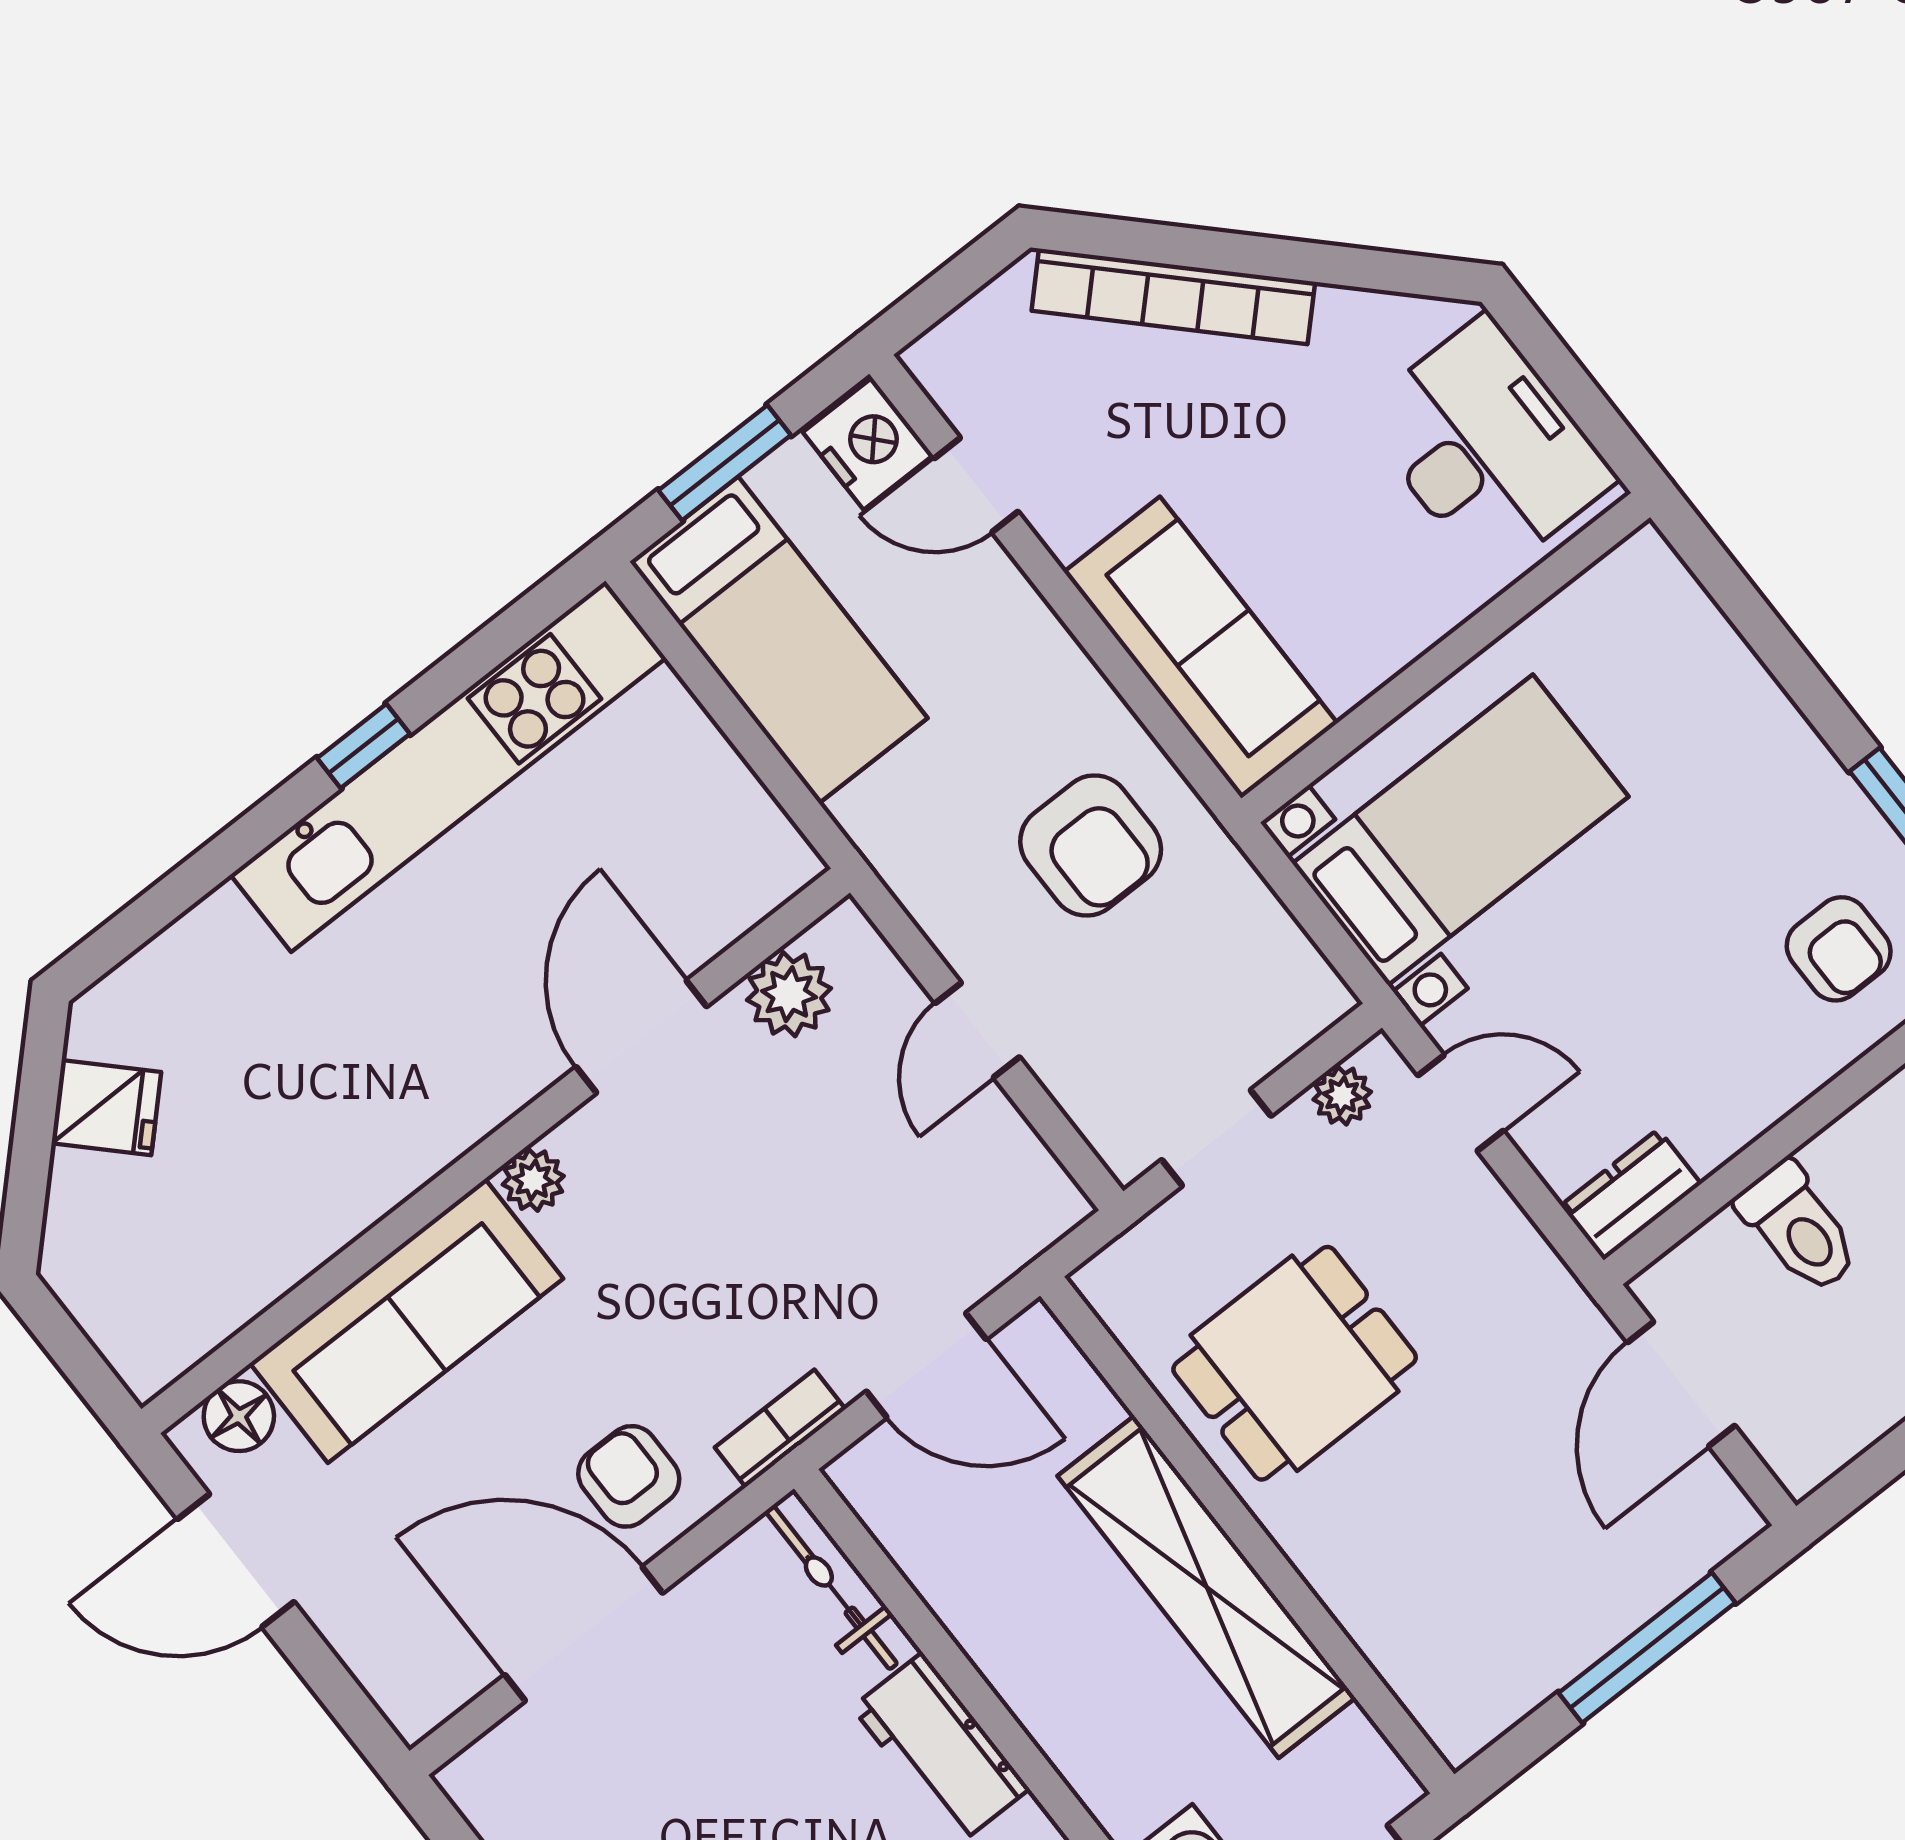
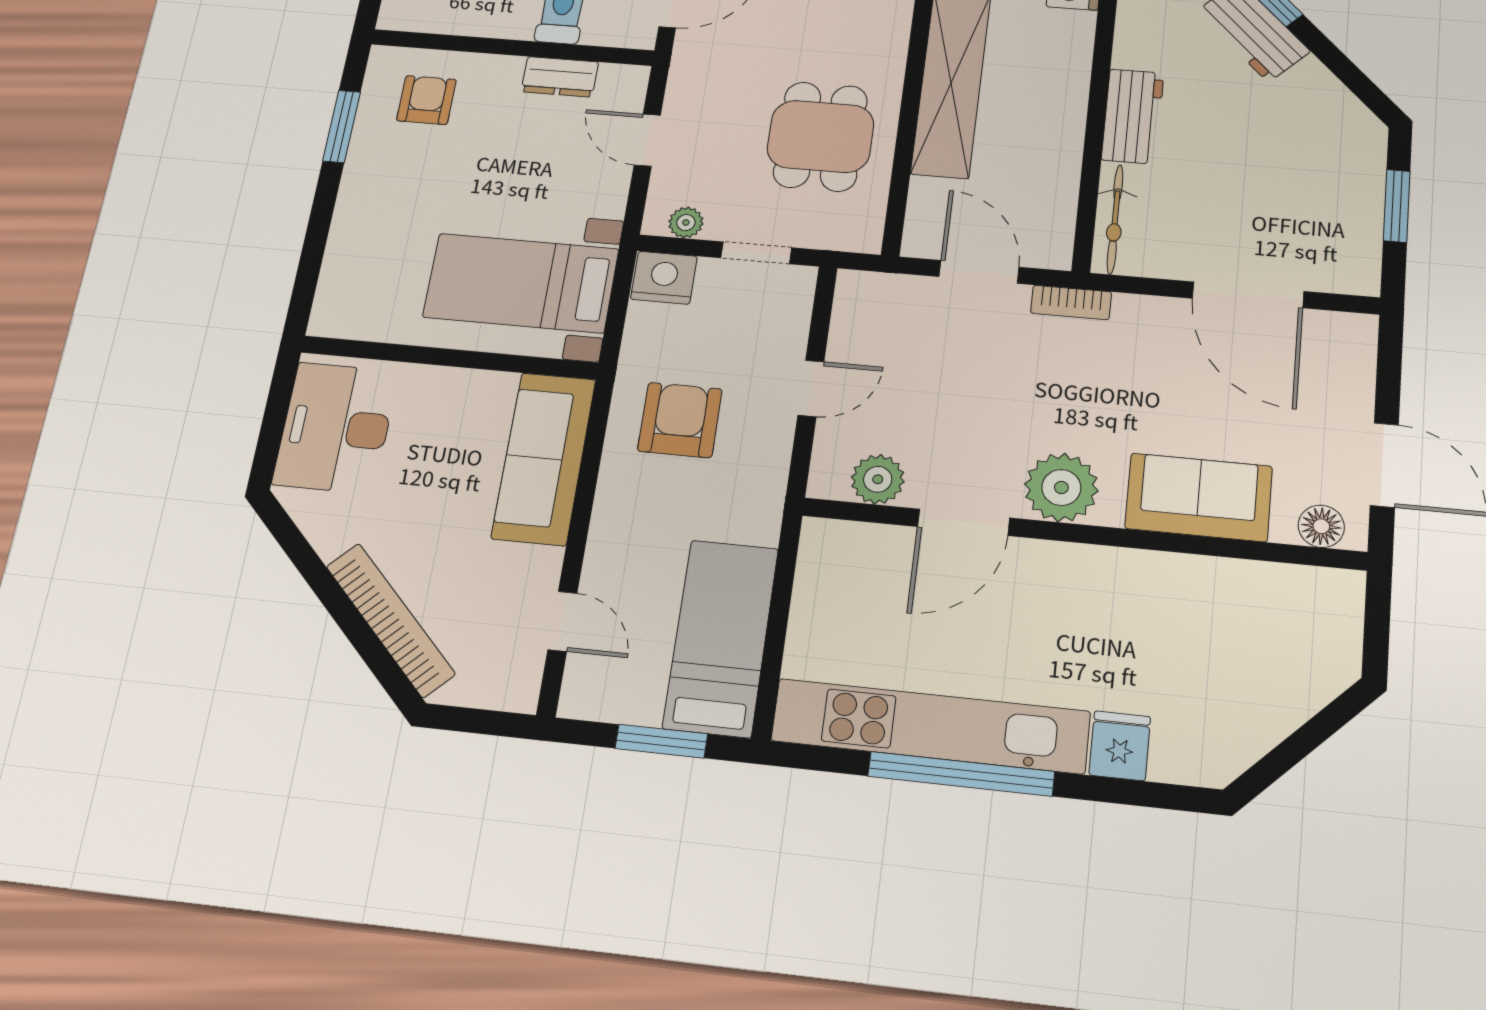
nightstand: (868, 444) -> (664, 278), moved, turned 90
window: (363, 746) -> (961, 774), width x3.17
door: (1461, 1103) -> (647, 140), moved
fridge: (106, 1108) -> (1120, 746), moved, turned 45
plant: (533, 1180) -> (1061, 487), width x1.87, depth x1.87
dresser: (1631, 1195) -> (560, 77), moved
sofa: (406, 1321) -> (1199, 497), width x0.73
dining table: (1295, 1363) -> (820, 136), turned 90
armchair: (629, 1476) -> (1161, 342), removed

